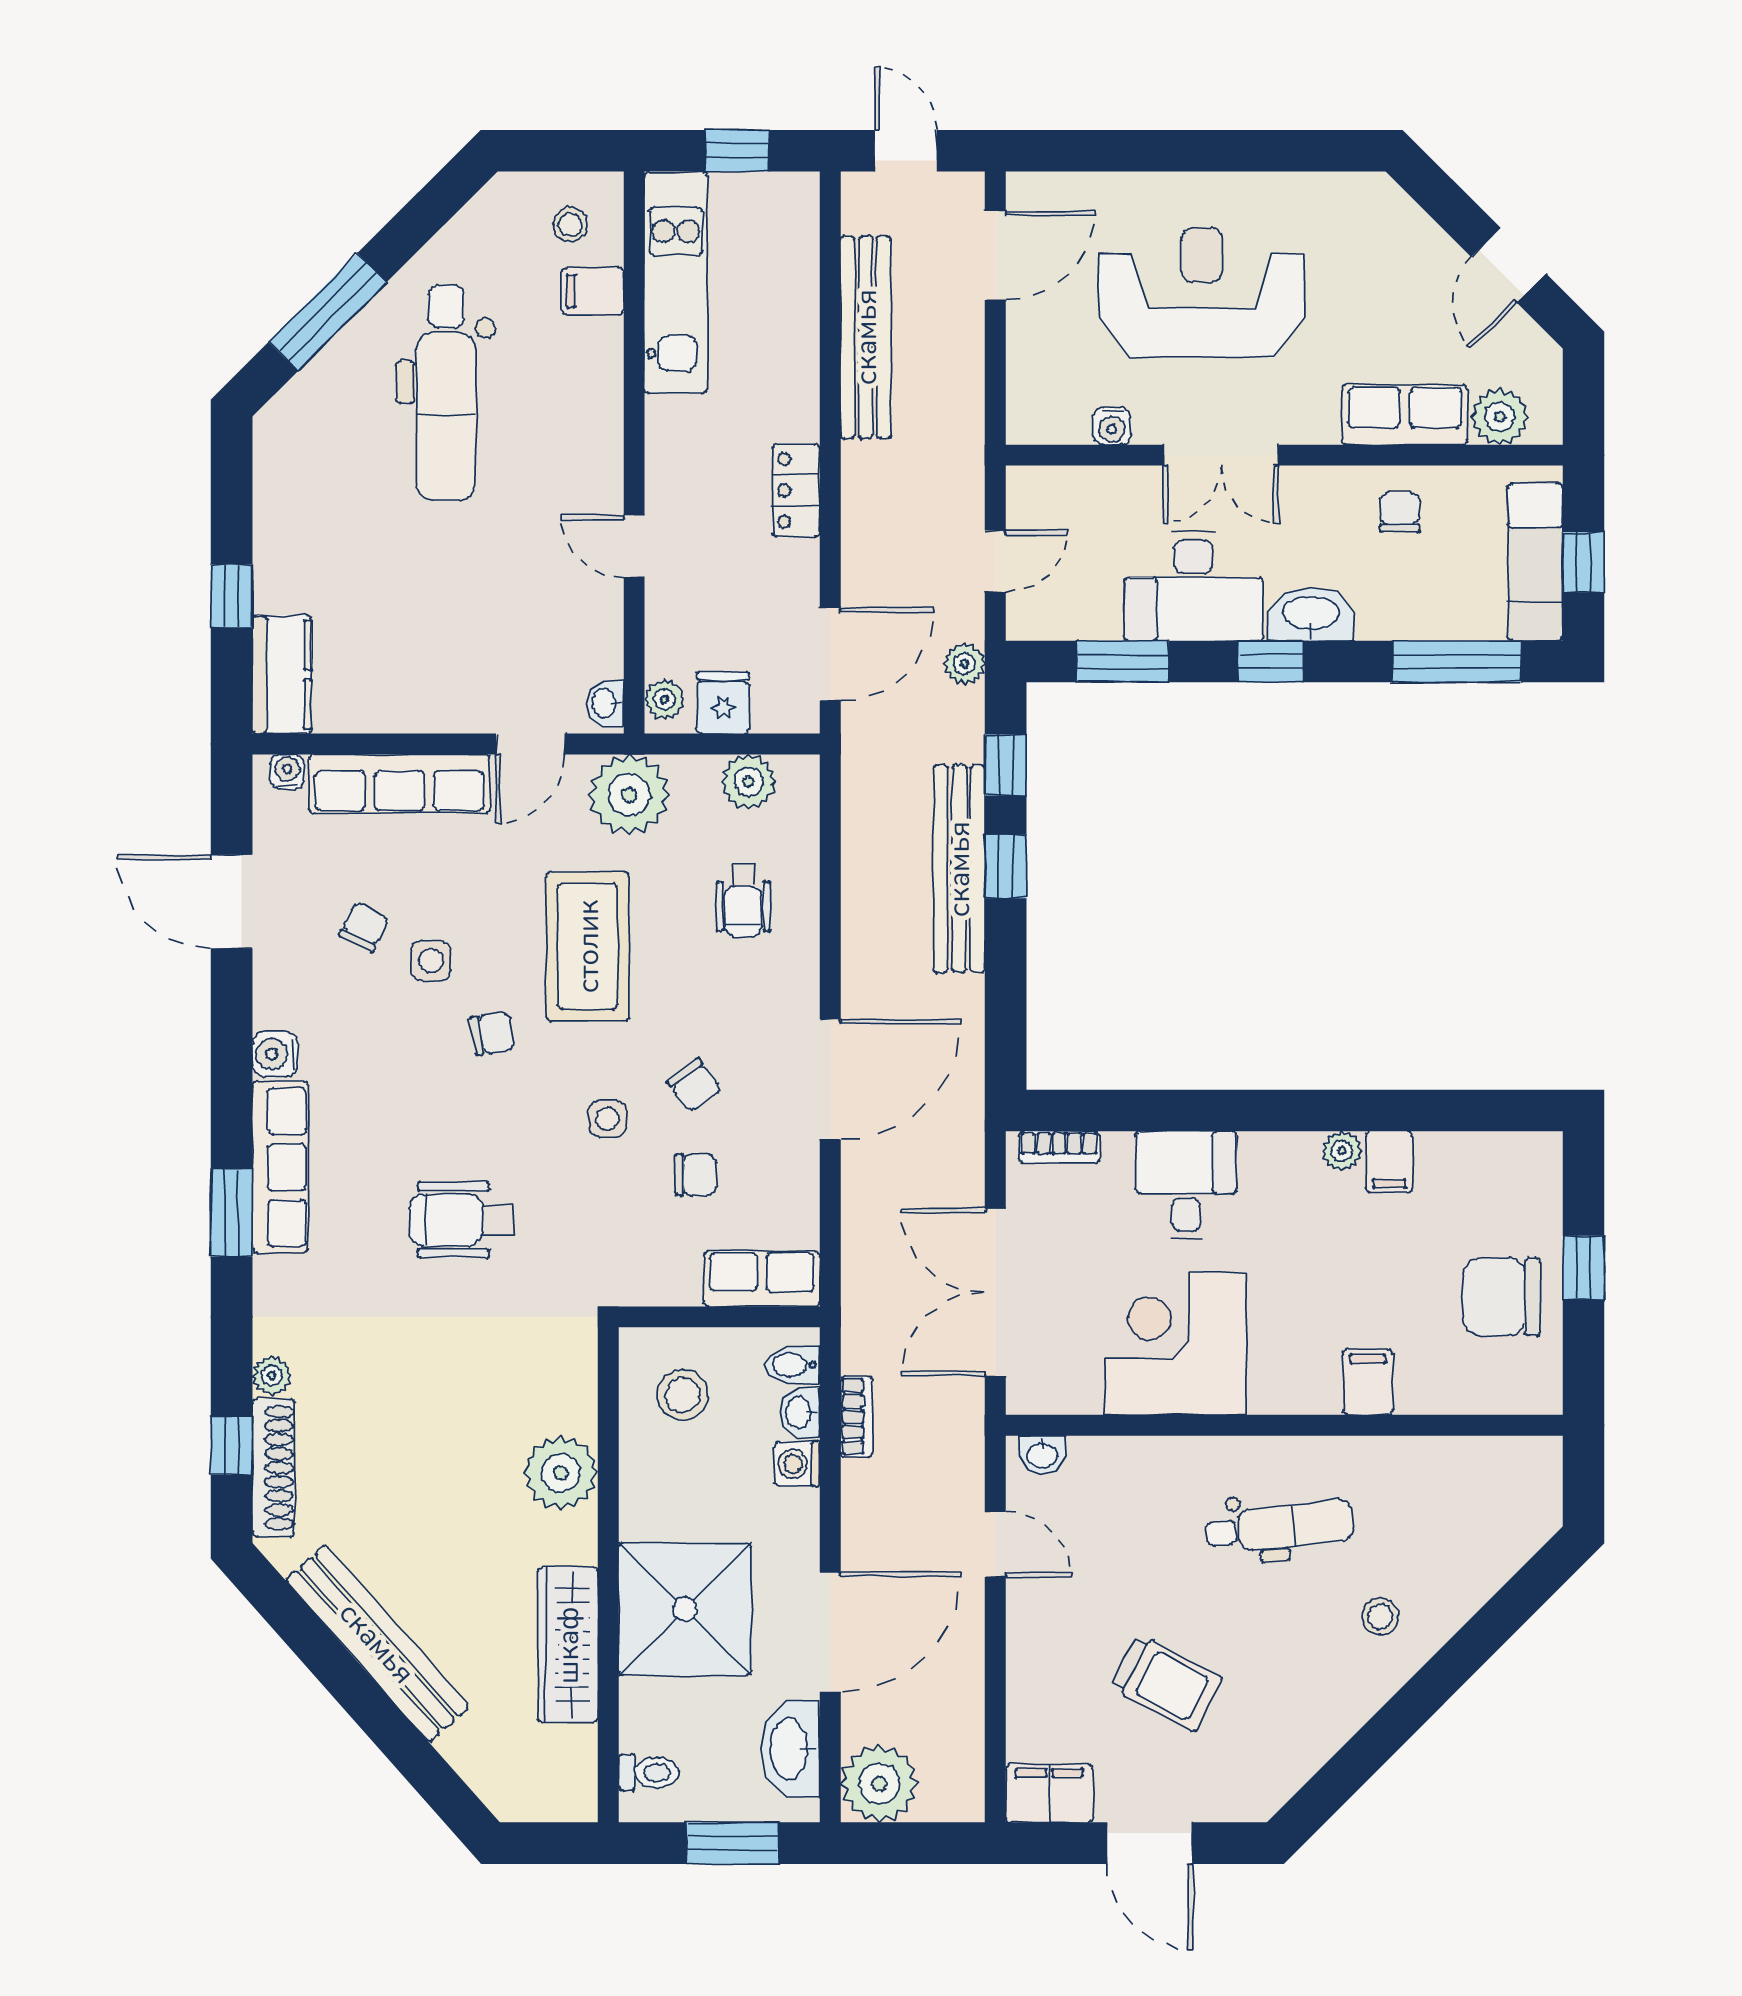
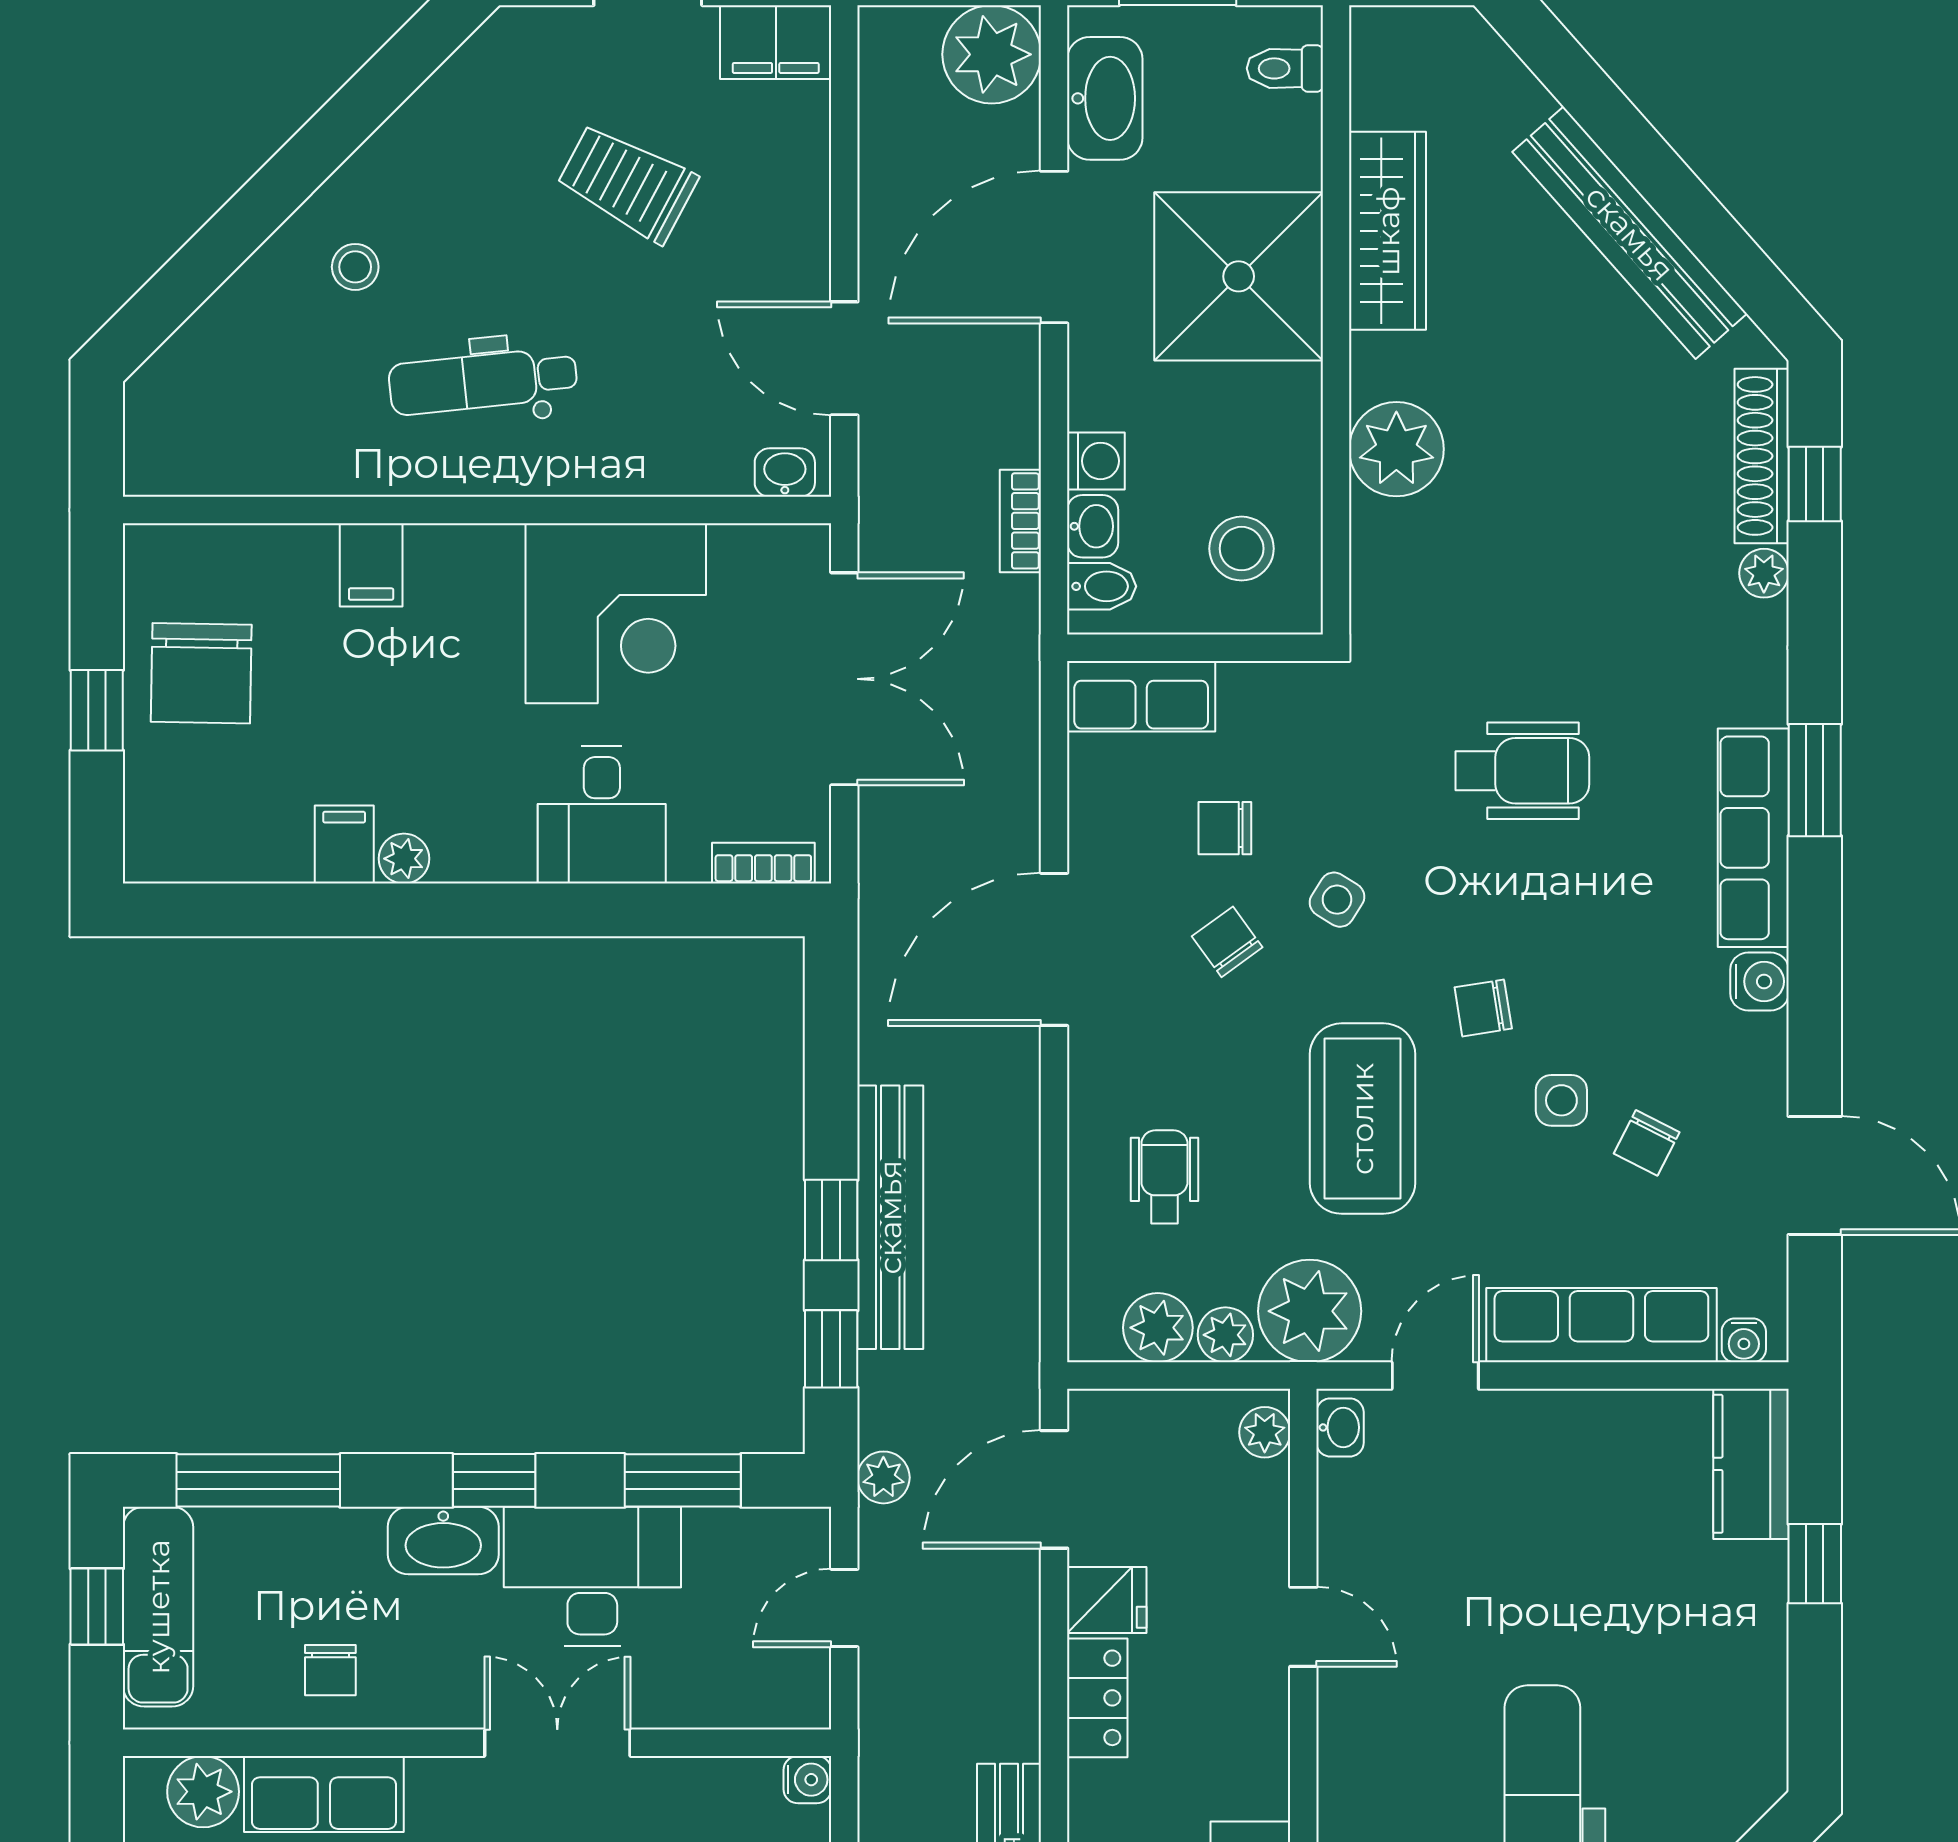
water cooler: (1112, 426) -> (807, 1780), moved, turned 90
fridge: (723, 703) -> (1107, 1600), moved, turned -90
plant: (695, 776) -> (1225, 1335), added
side table: (608, 1119) -> (1337, 900), turned 32
chair: (1501, 1297) -> (201, 673), turned 91
door: (995, 1544) -> (844, 358), width x1.38

